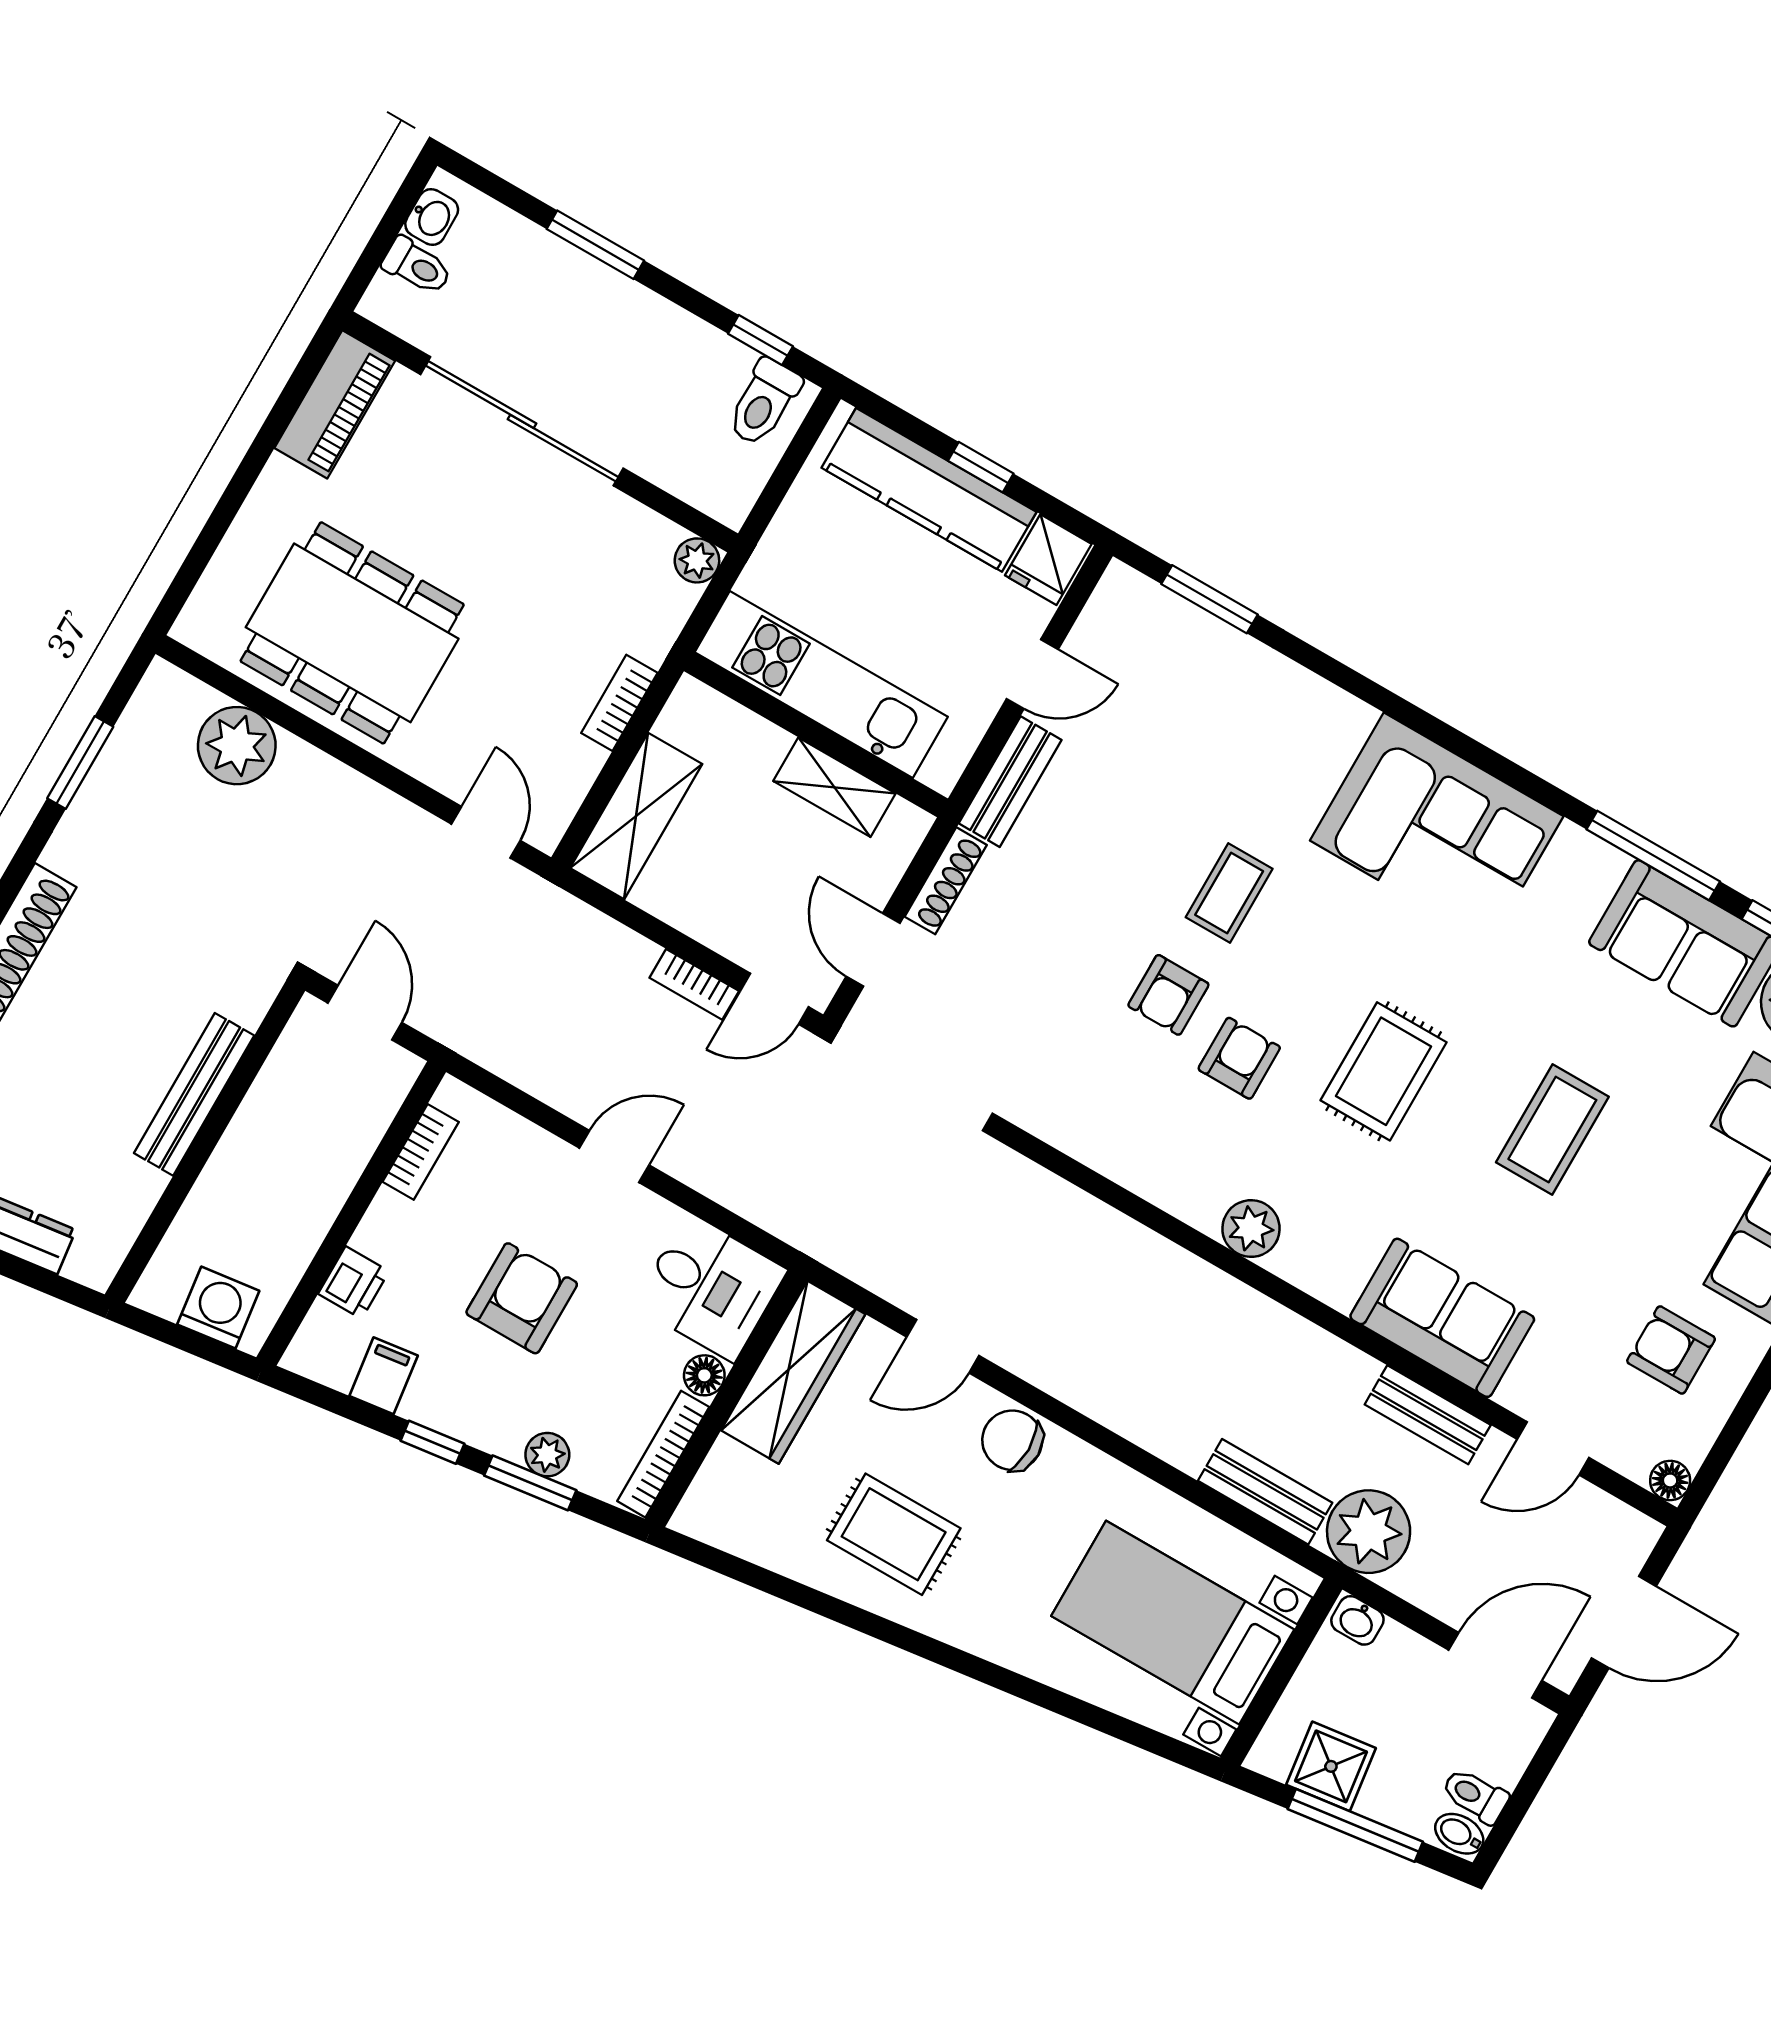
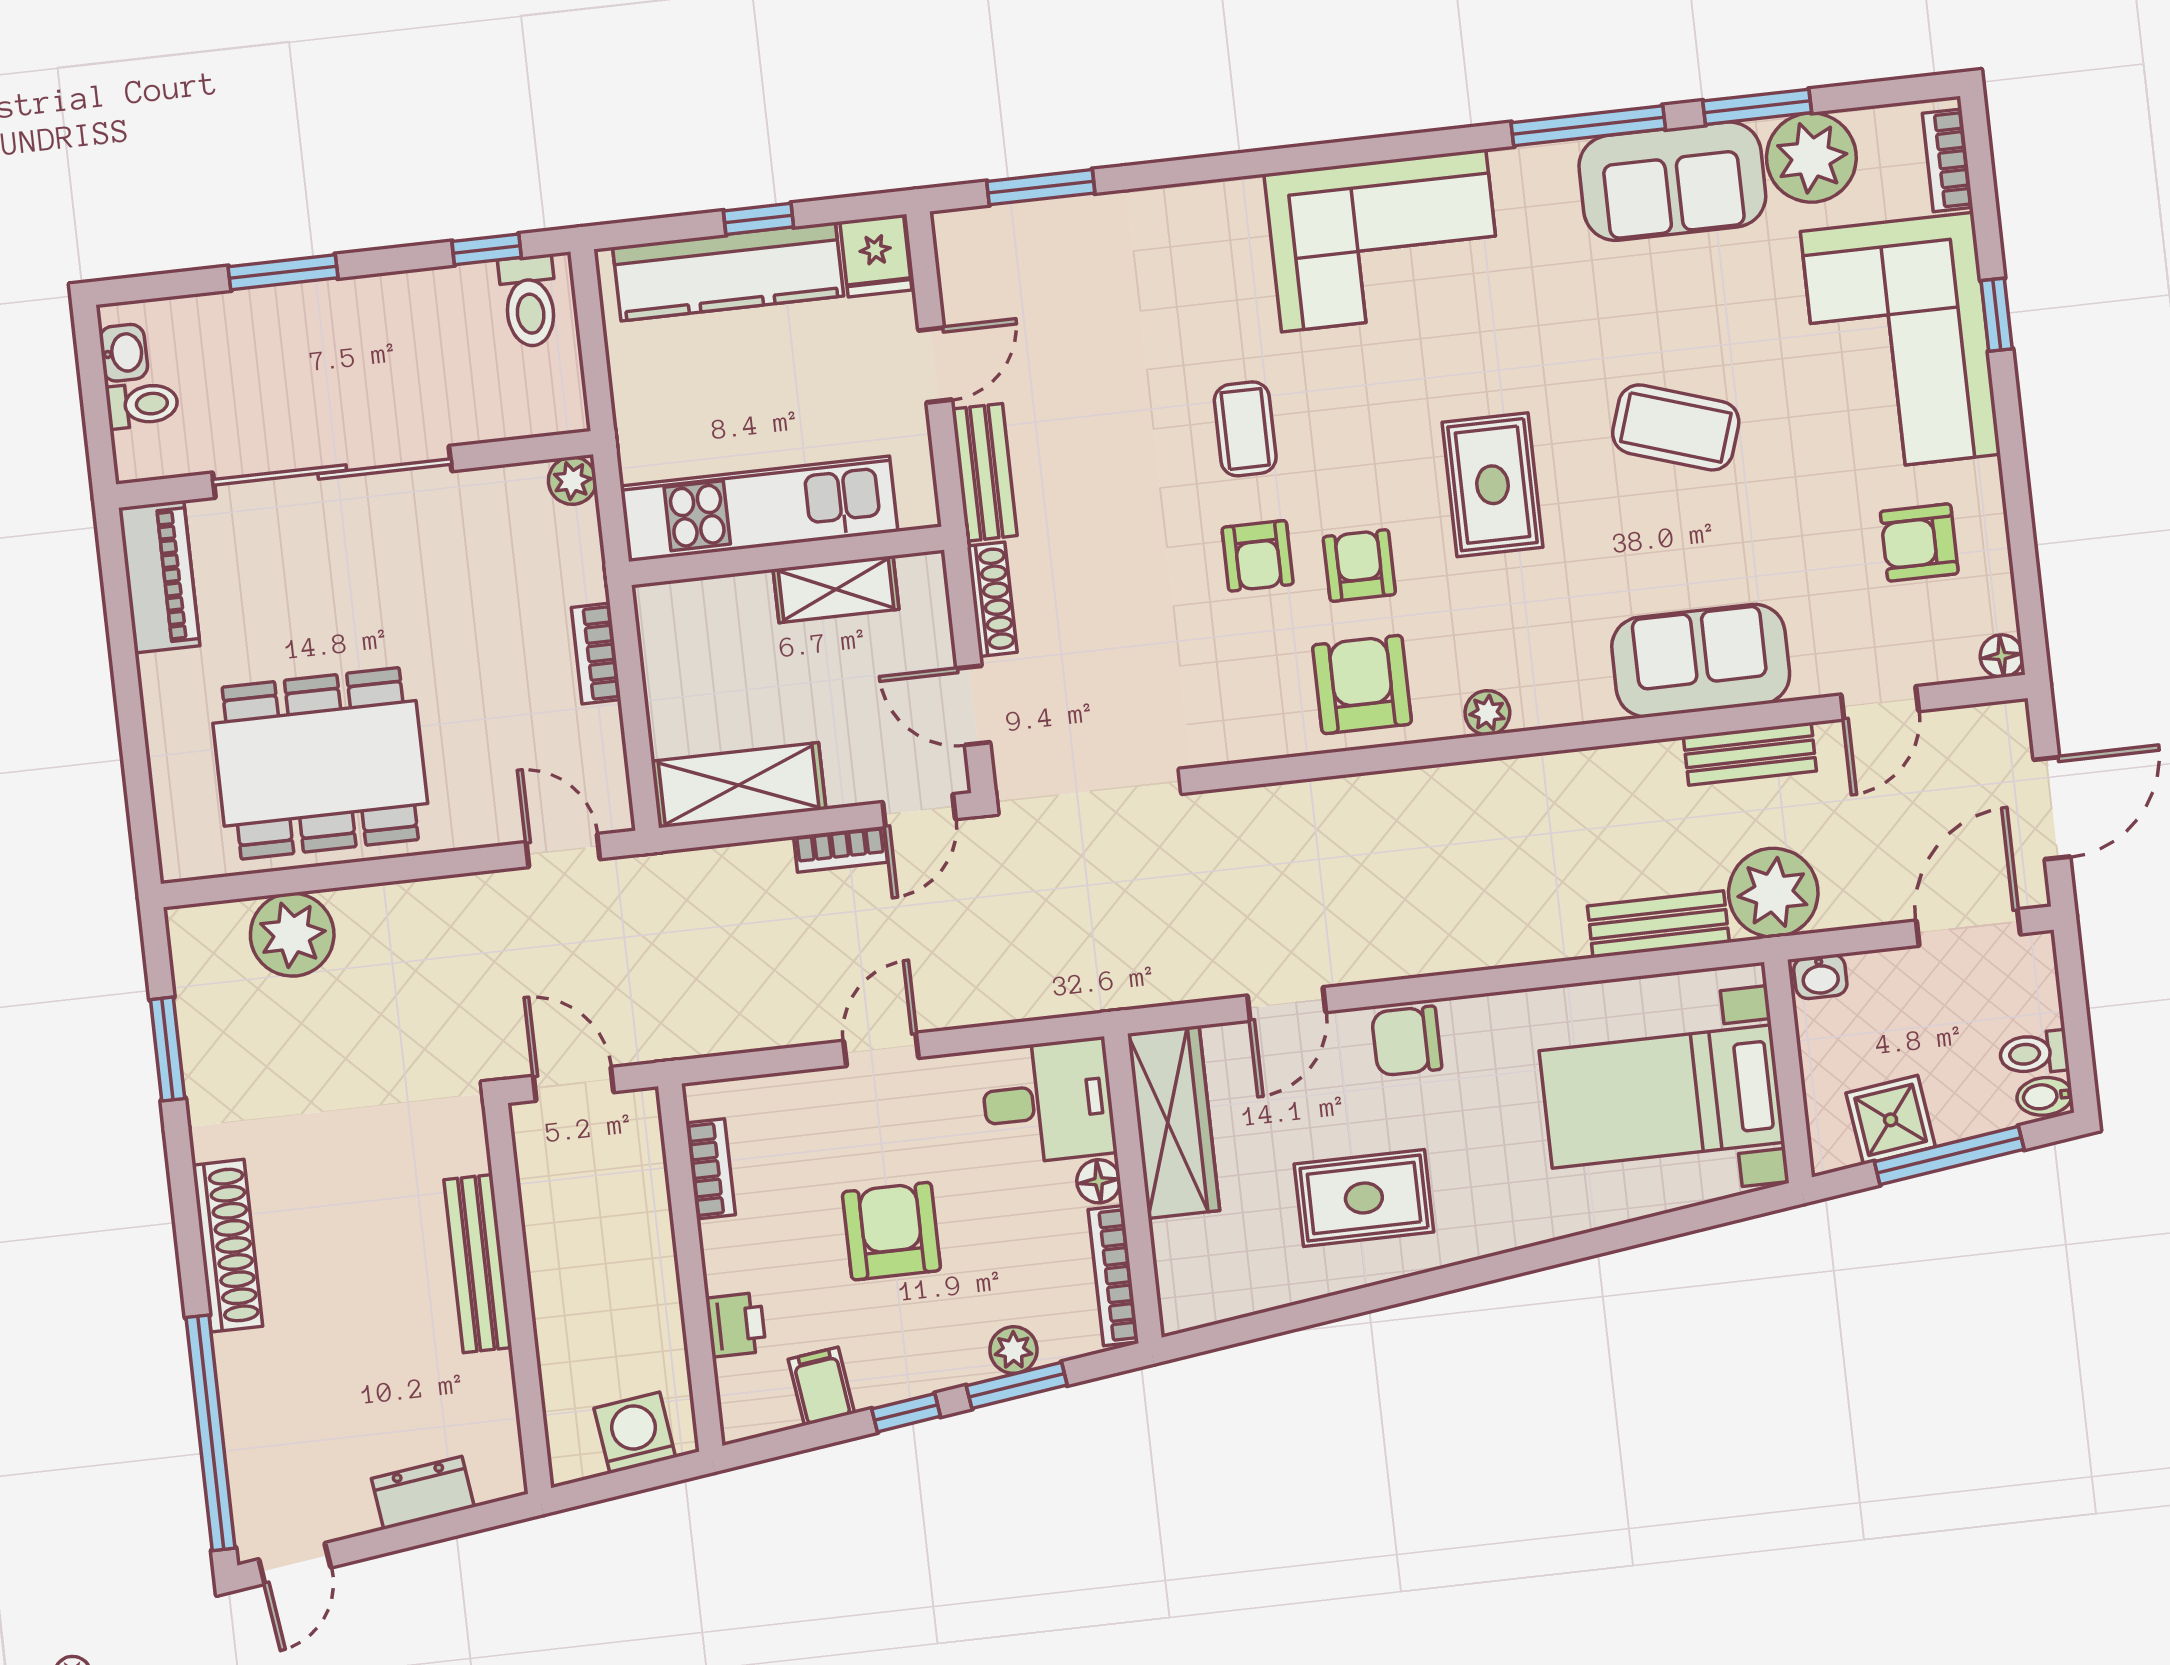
shelving: (636, 816) -> (739, 785), moved, turned 90
coffee table: (1552, 1130) -> (1676, 427), turned -72
armchair: (1176, 1149) -> (1362, 684), added
plant: (1251, 1229) -> (1487, 713), width x0.73, depth x0.73

